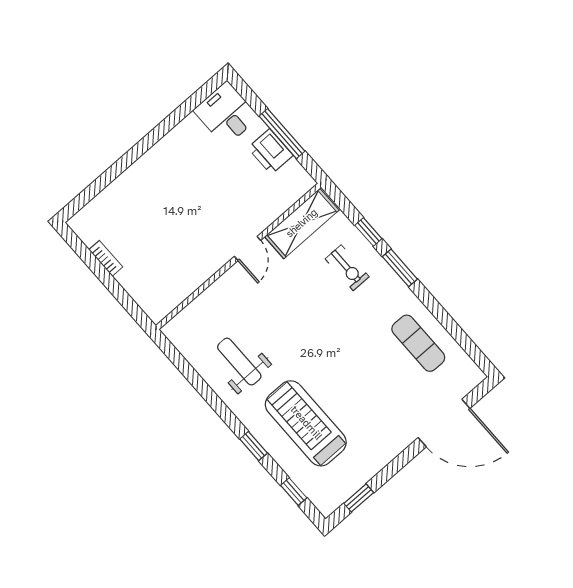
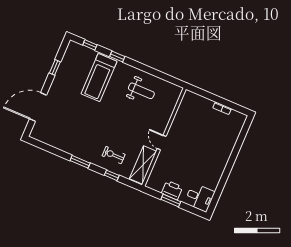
window: (282, 134) -> (171, 200), width x0.69
window: (400, 268) -> (80, 162), moved
exercise mat: (418, 343) -> (66, 137), removed
treadmill: (306, 423) -> (99, 78), turned 90
window: (359, 498) -> (55, 67), moved

